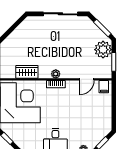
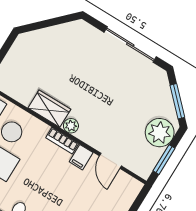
wardrobe: (27, 72) -> (49, 109), moved
door: (87, 79) -> (110, 161), hinge flipped
filing cabinet: (104, 87) -> (81, 157), moved

